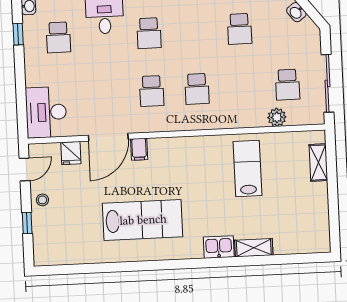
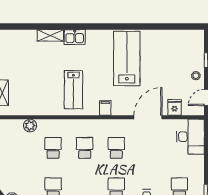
school desk: (287, 85) -> (53, 148), moved
filing cabinet: (139, 149) -> (105, 108), moved
lab bench: (247, 169) -> (73, 90), moved
lab bench: (143, 220) -> (127, 58), turned 90

